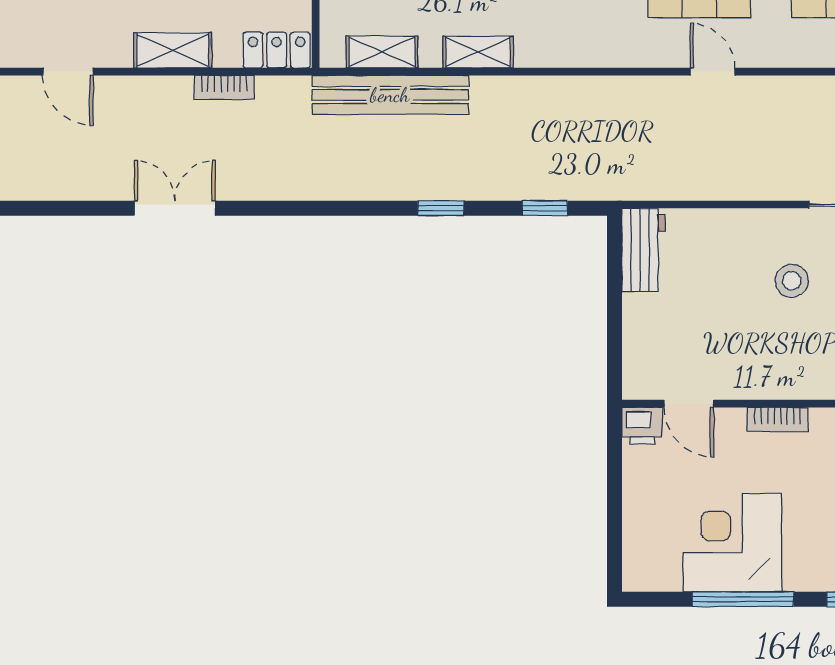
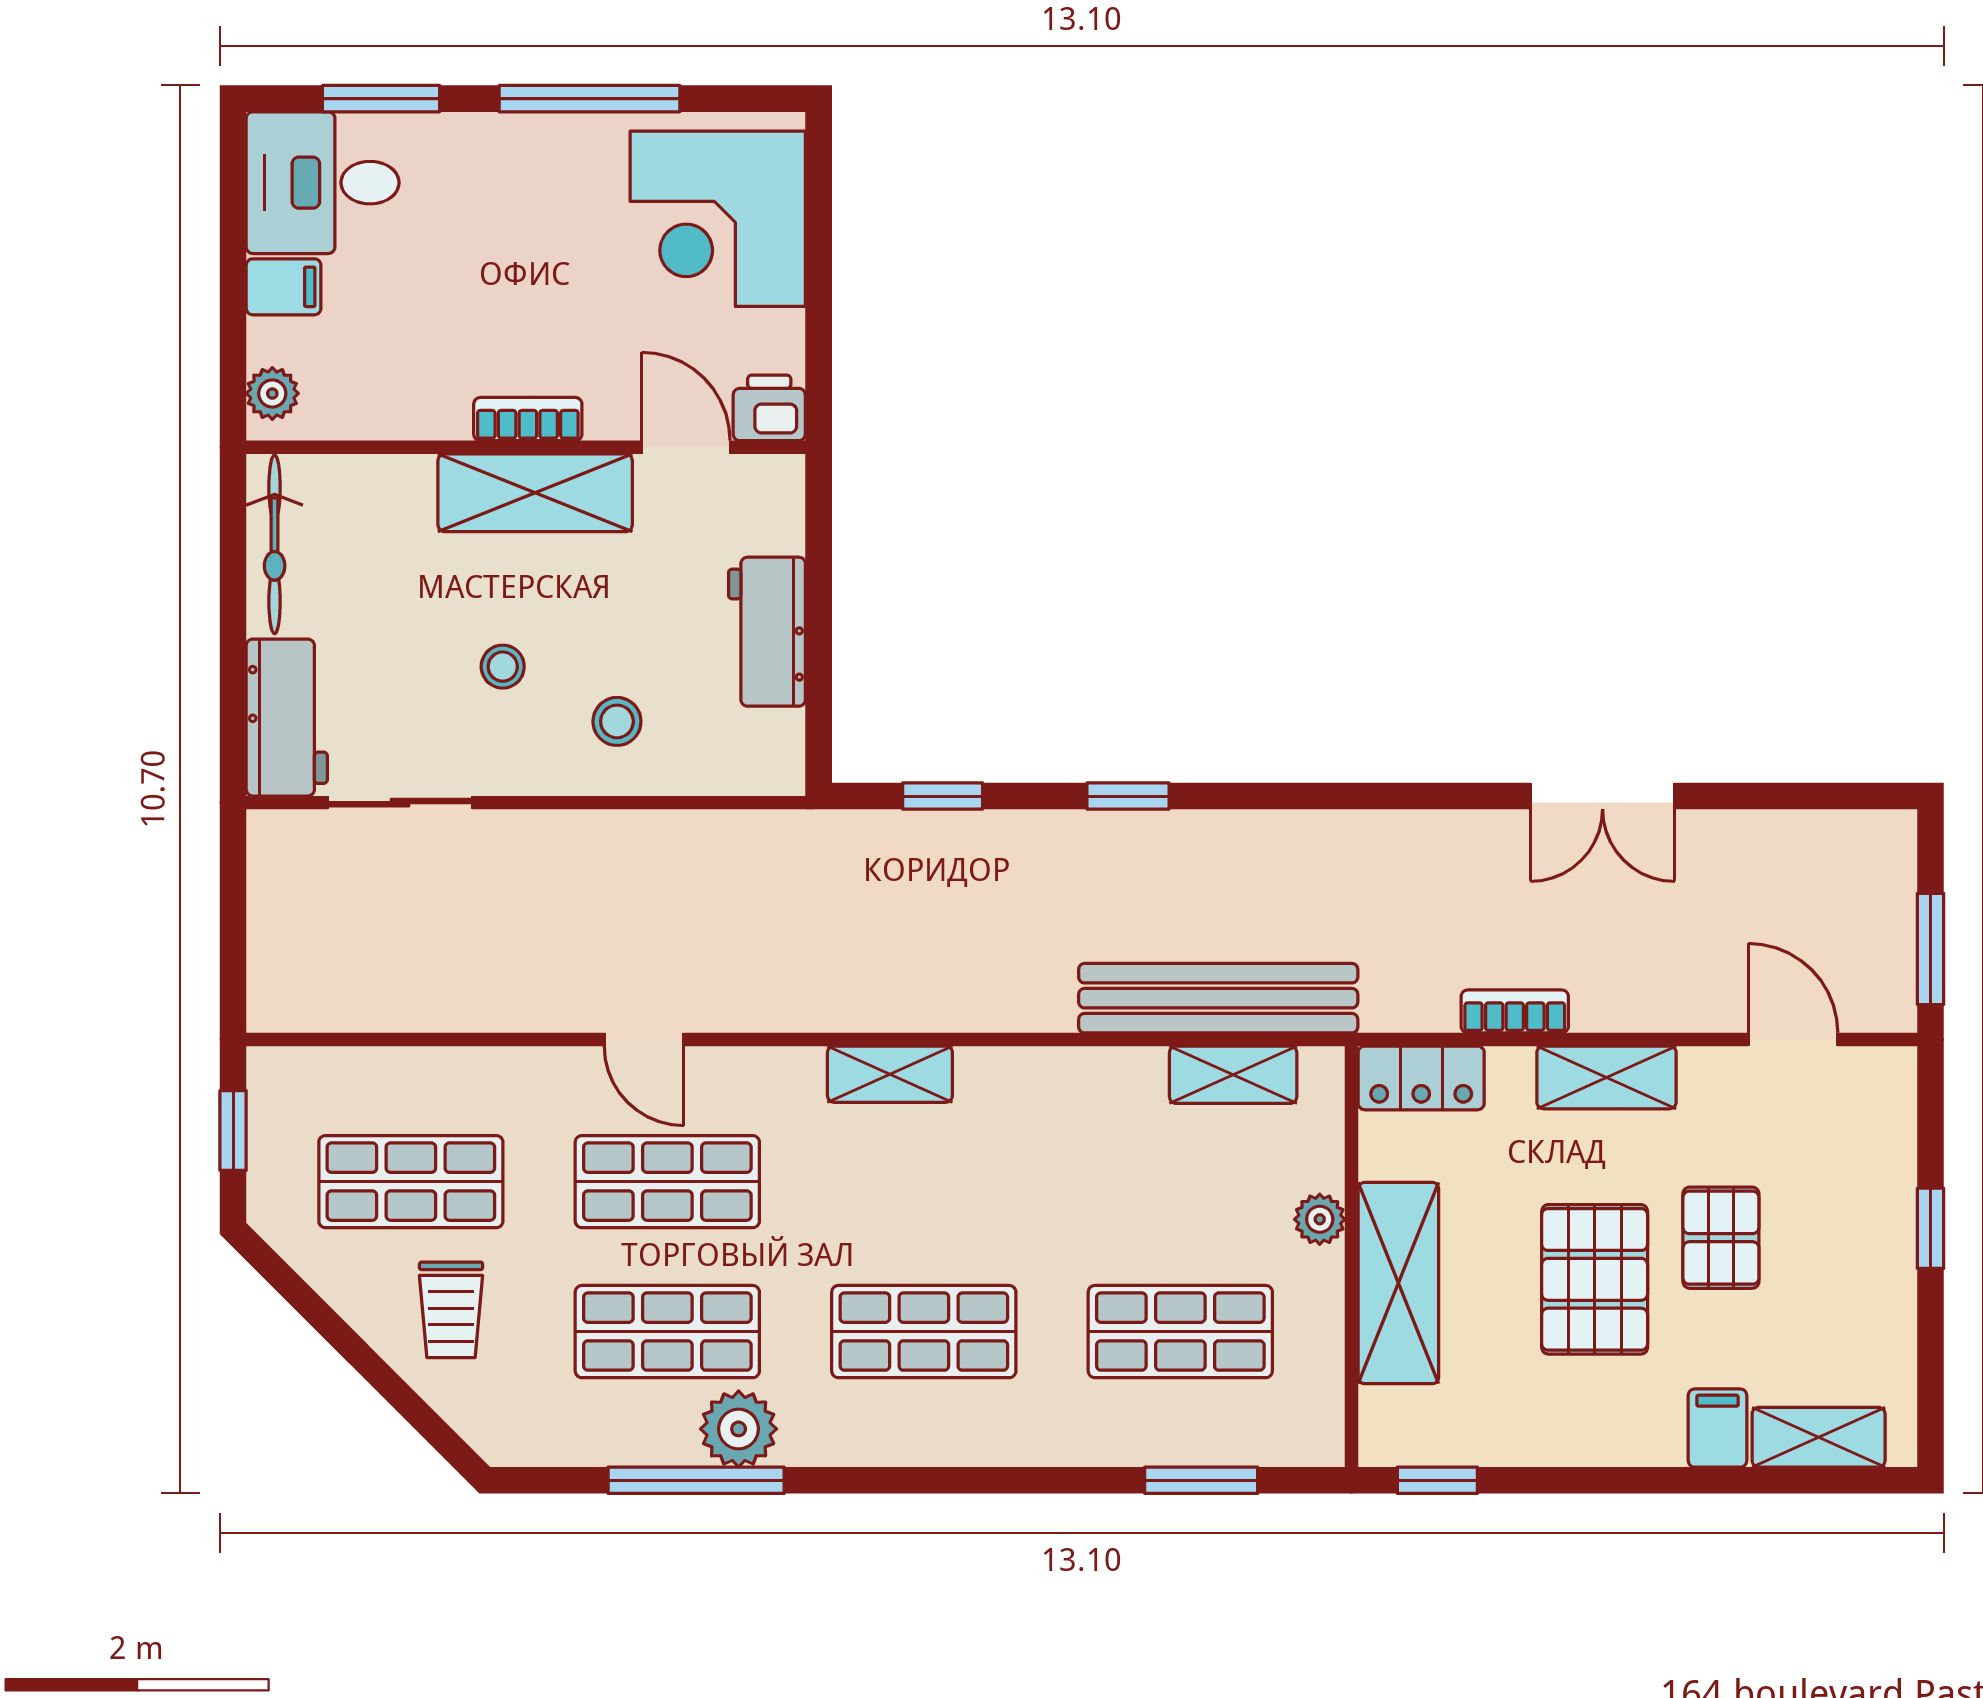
shelving: (478, 52) -> (890, 1074), moved
workbench: (643, 250) -> (767, 632), moved
stool: (728, 250) -> (617, 721), added
stool: (792, 281) -> (503, 667), width x0.73, depth x0.73
shelving: (773, 378) -> (535, 493), added
corner desk: (732, 543) -> (718, 219), moved, turned 90

